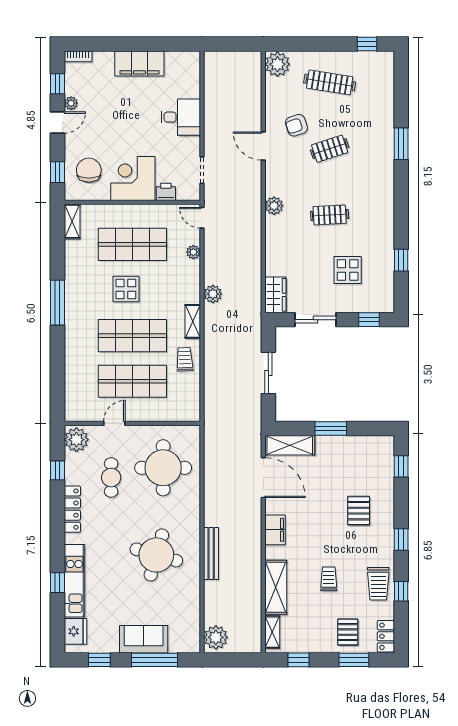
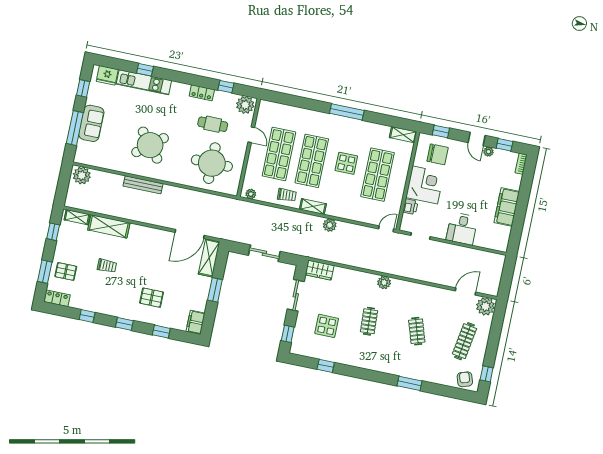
armchair: (296, 125) -> (465, 379), moved
door: (263, 146) -> (465, 291), moved
plant: (193, 252) -> (251, 194), moved
window: (401, 466) -> (161, 332), moved
locker: (72, 509) -> (202, 93), width x0.66
filing cabinet: (275, 530) -> (196, 322), moved, turned 90
round table: (156, 555) -> (150, 145), turned 35
trolley: (378, 584) -> (96, 301), removed

